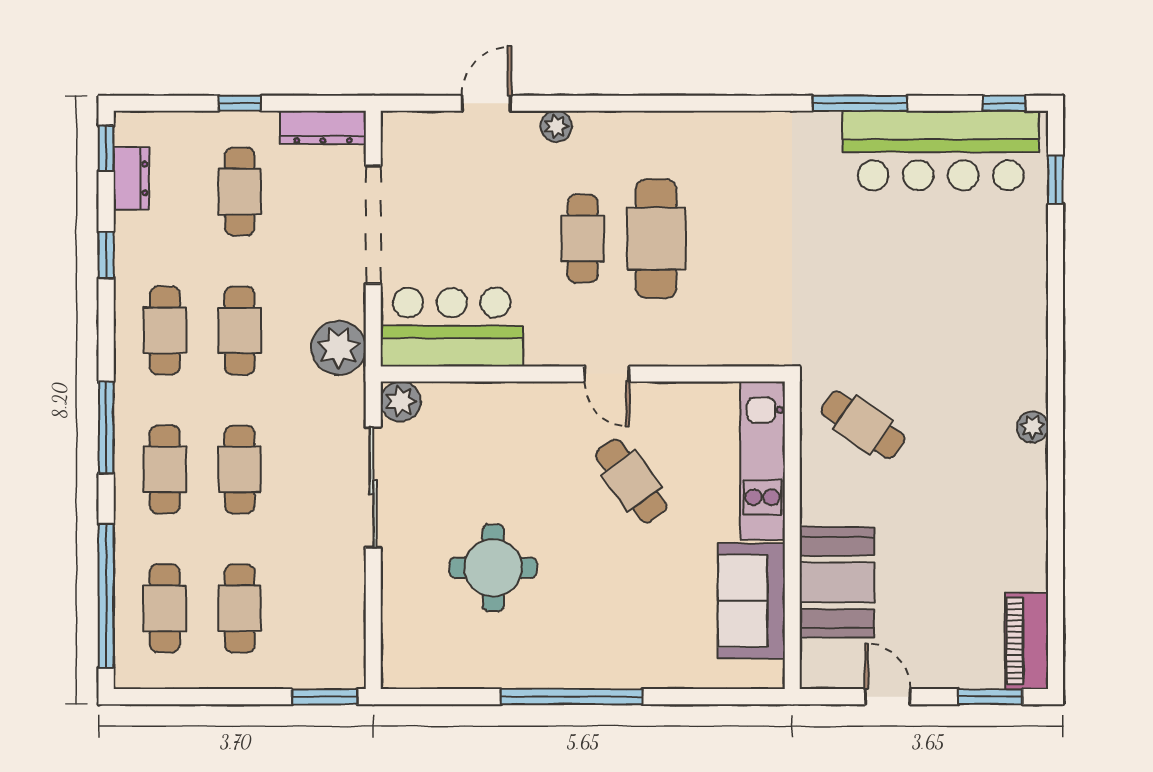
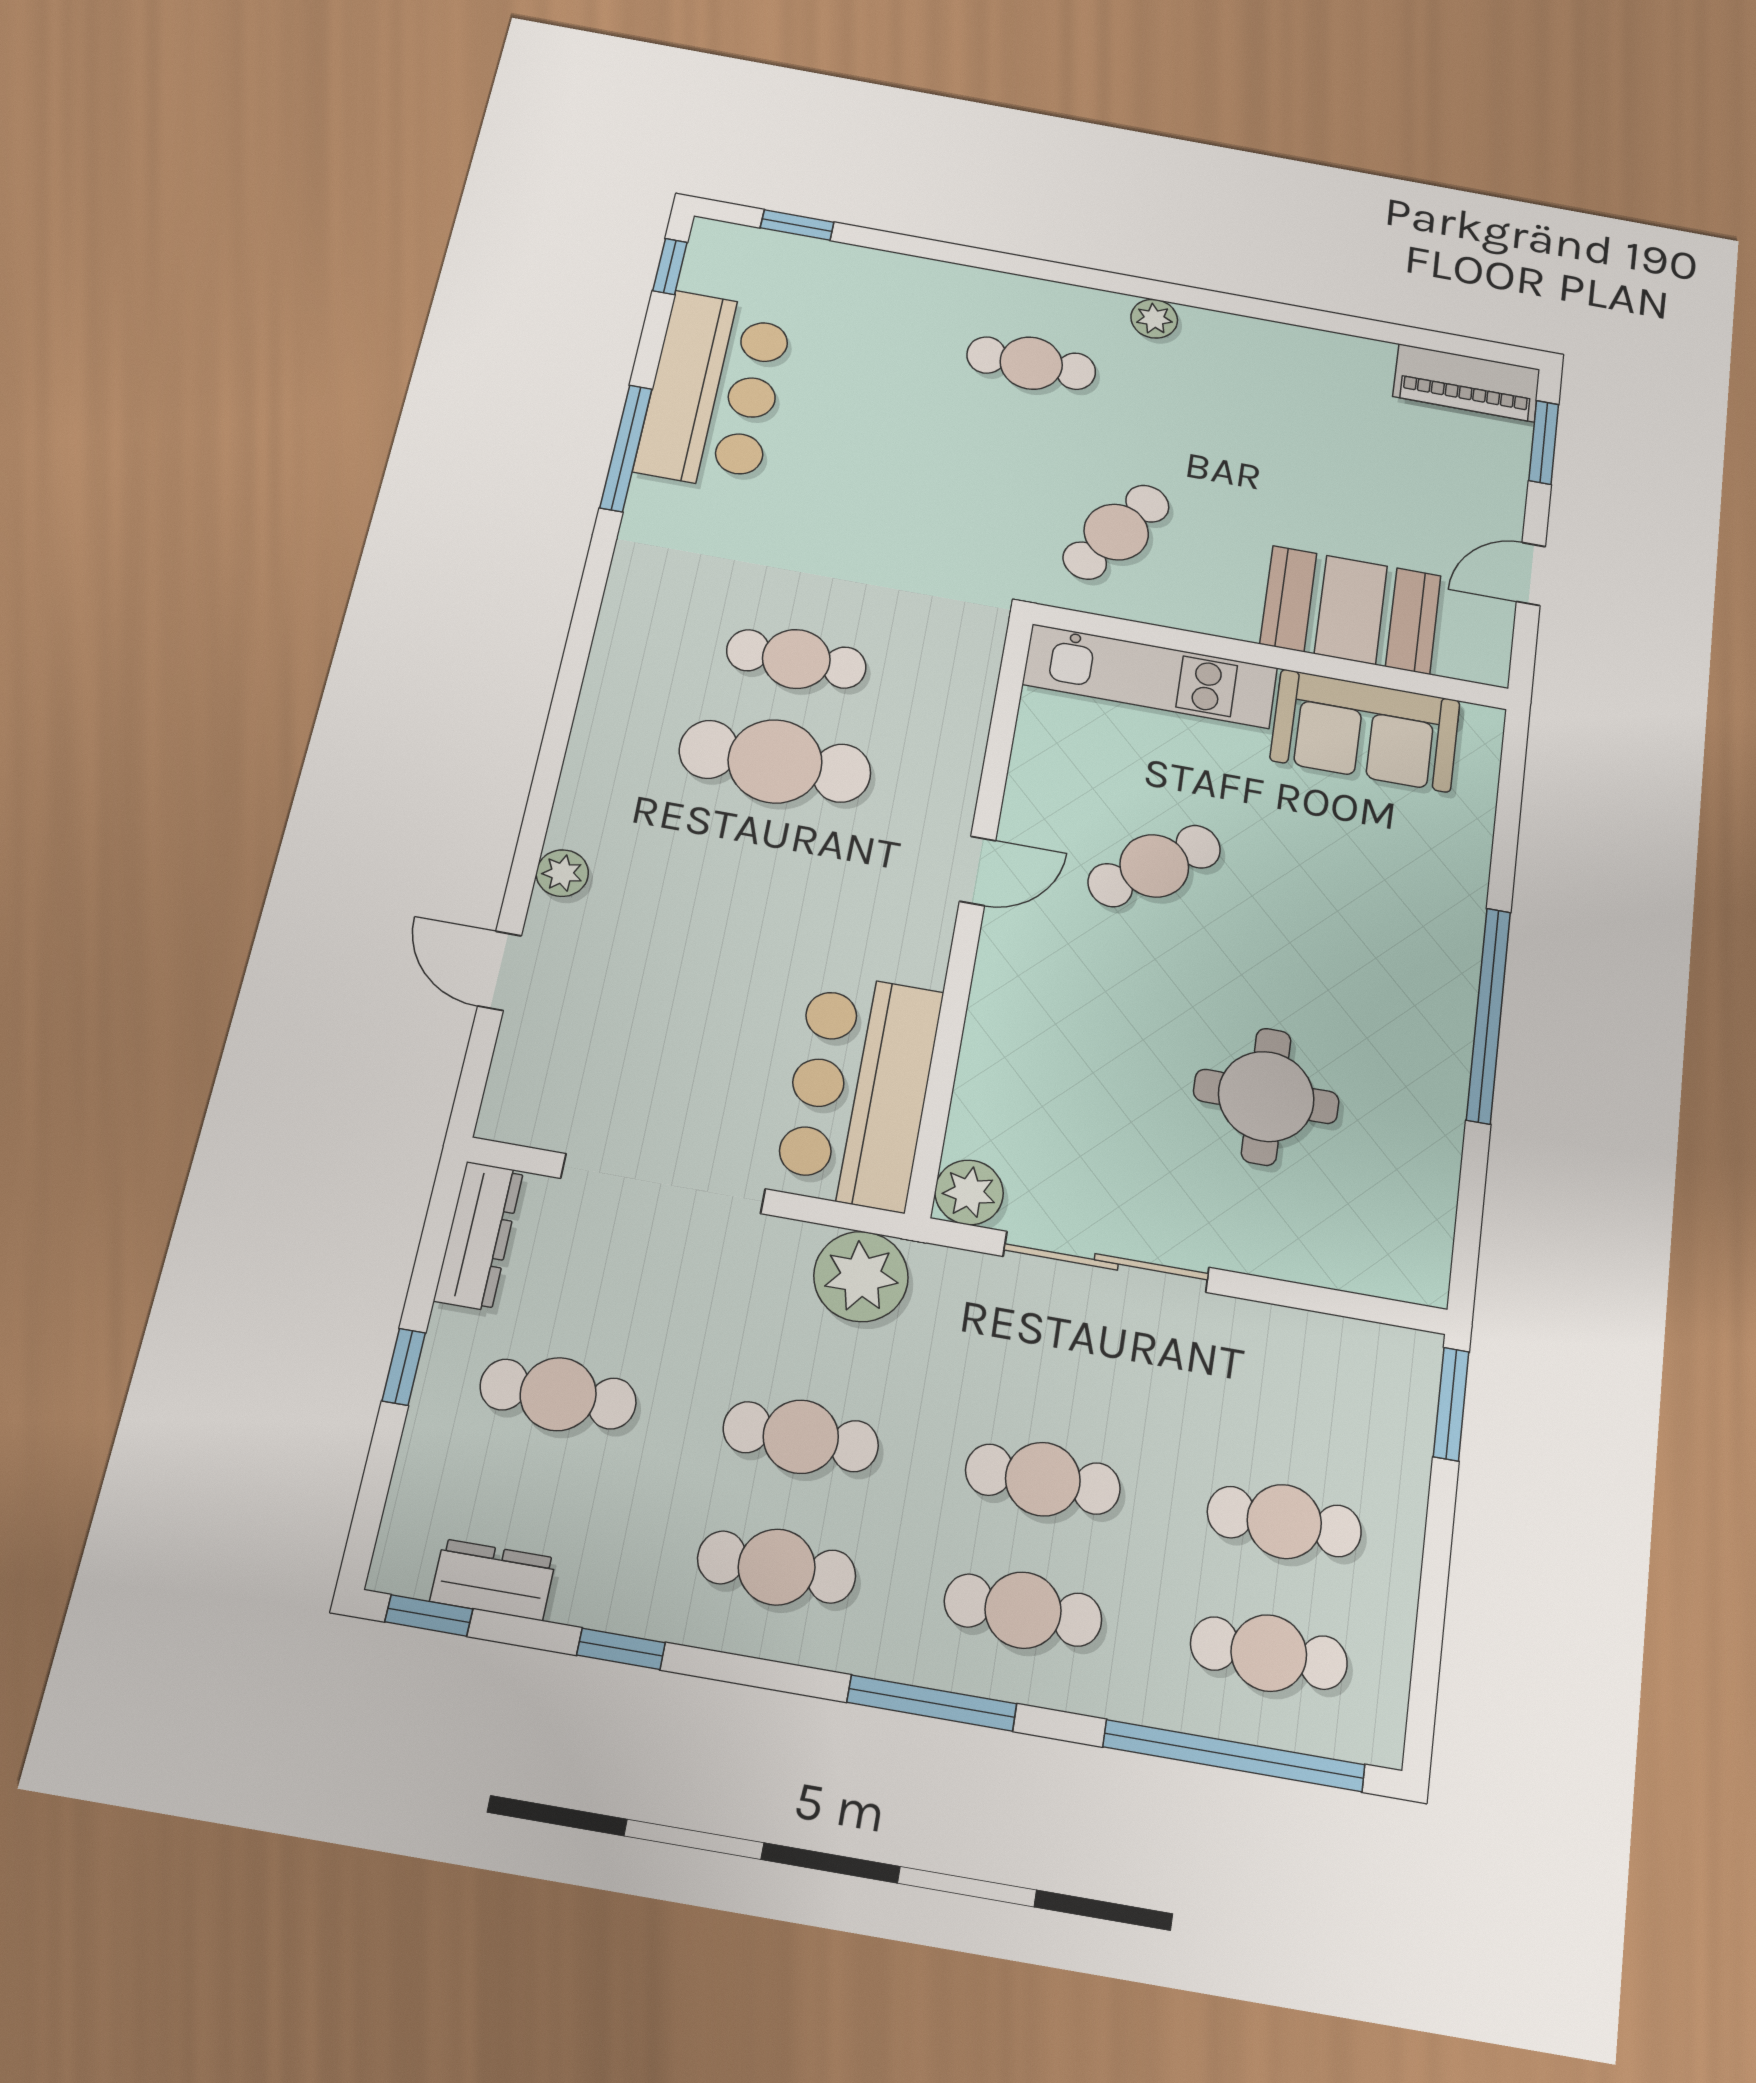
bar counter: (941, 151) -> (714, 391), width x0.73
cafe table: (583, 239) -> (796, 659), moved
cafe table: (980, 351) -> (1031, 363), added

